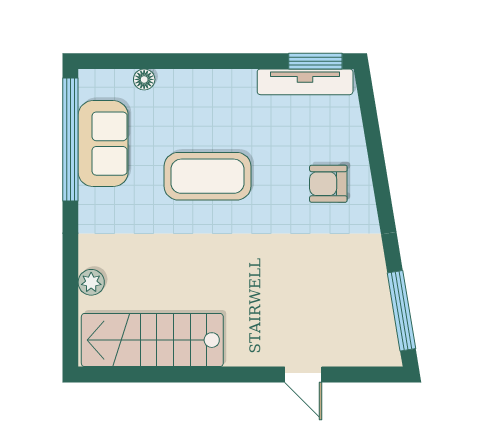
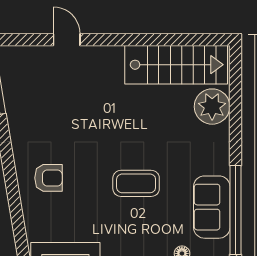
coffee table: (207, 176) -> (136, 183), width x0.73, depth x0.76
plant: (91, 282) -> (212, 107), width x1.88, depth x1.88

